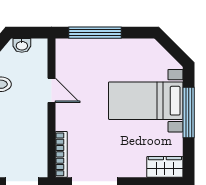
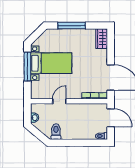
window: (95, 33) -> (27, 67), moved
bed with nightstands: (146, 101) -> (51, 63), moved, turned -90

